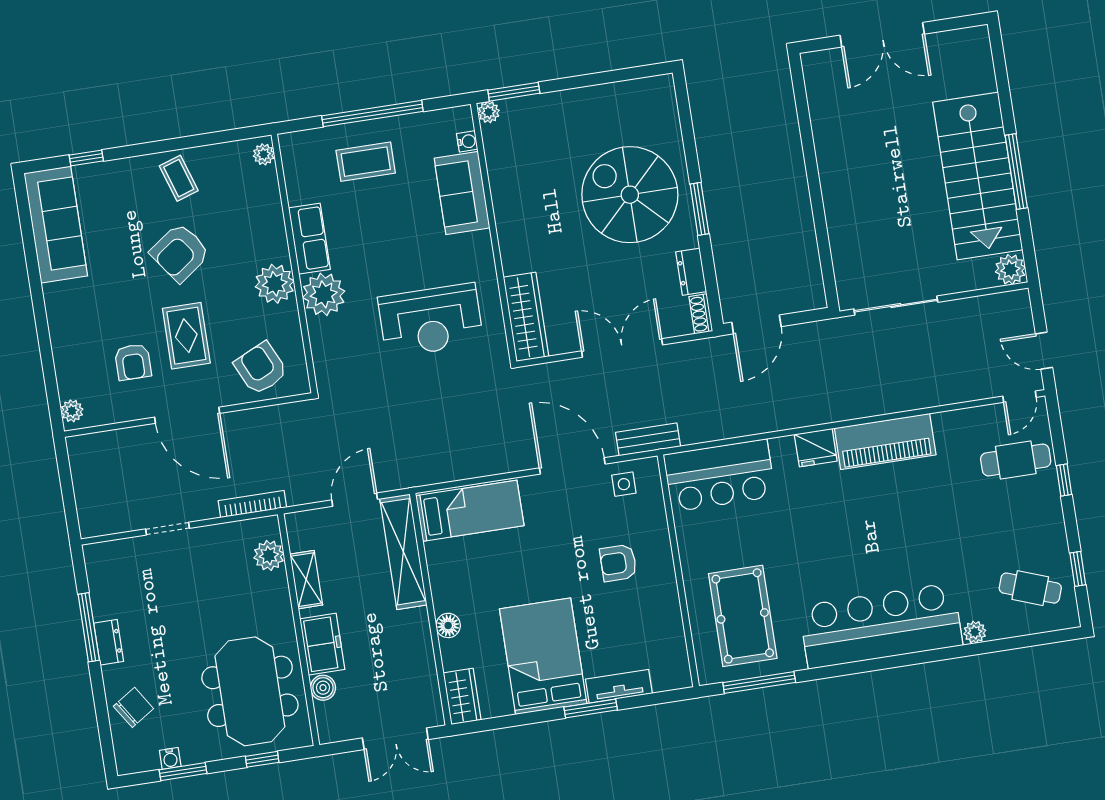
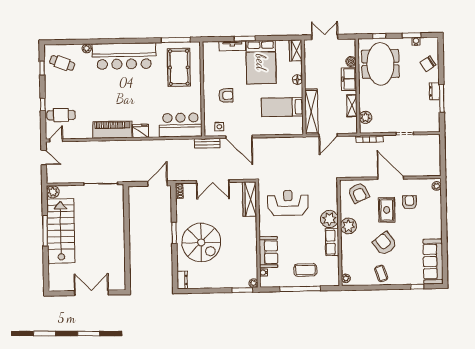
armchair: (180, 253) -> (385, 244), turned -91
dresser: (691, 272) -> (182, 280), moved
bed: (470, 511) -> (282, 107), moved

